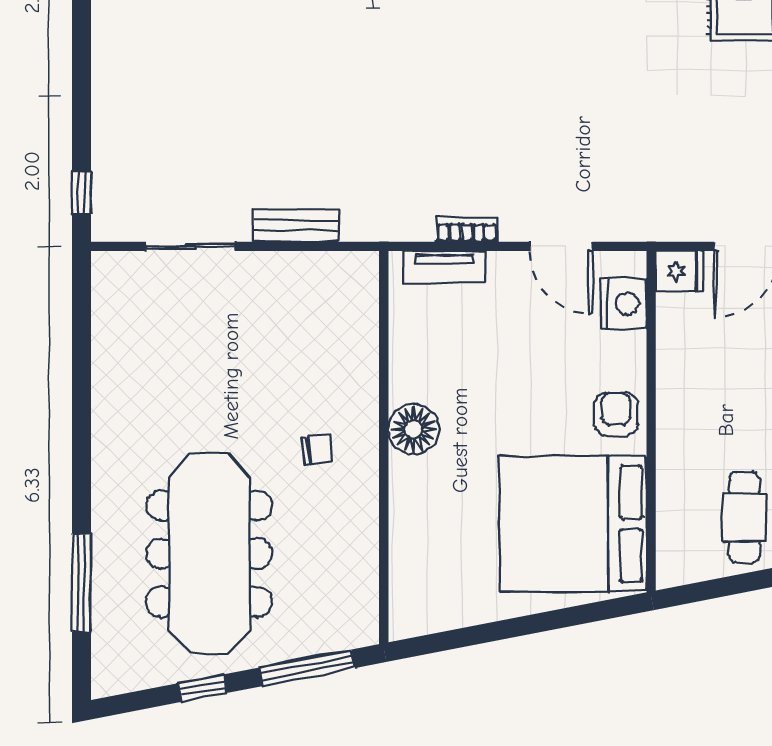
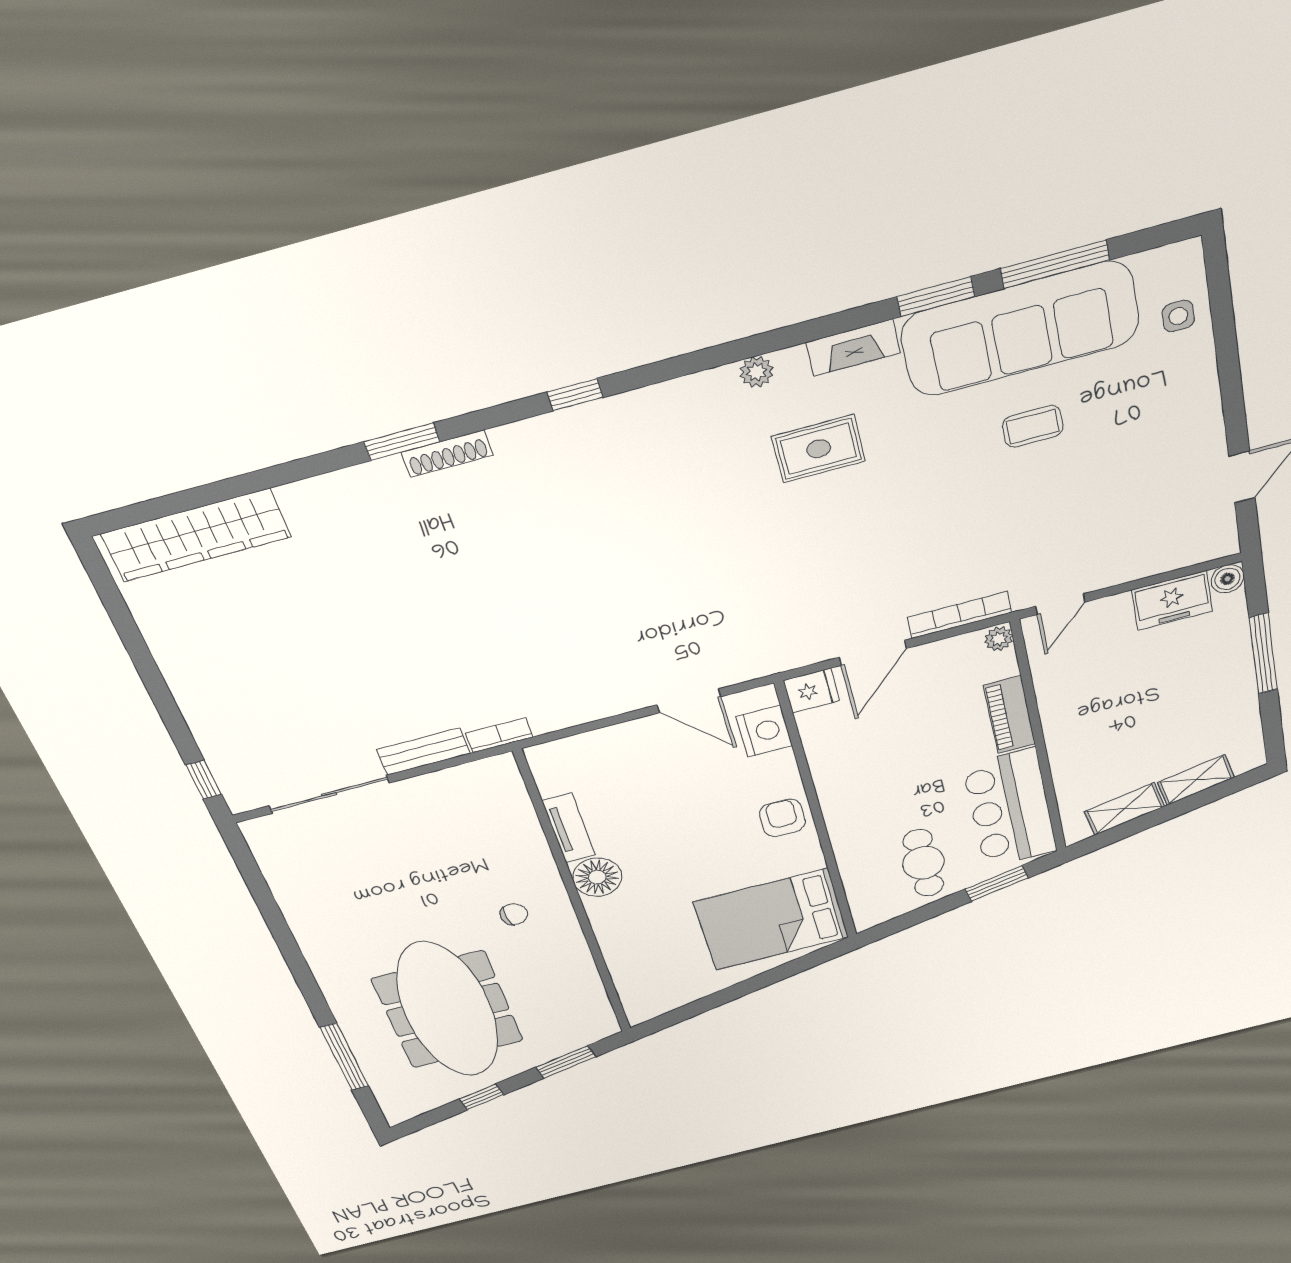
bookcase: (467, 230) -> (499, 735), moved
sliding door: (191, 246) -> (329, 794), width x1.37
tv unit: (445, 267) -> (569, 828), moved, turned -90
bed: (573, 524) -> (771, 920), width x0.73
window: (307, 668) -> (566, 1062), width x0.69

